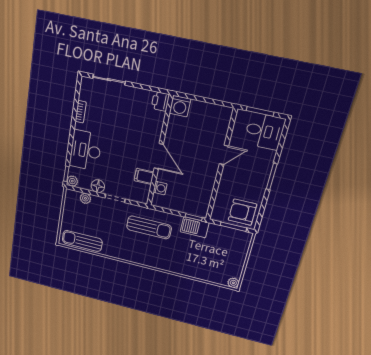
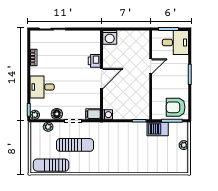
printer: (160, 101) -> (94, 61), moved
desk: (86, 150) -> (42, 87), width x0.73
door: (159, 156) -> (101, 78), hinge flipped
filing cabinet: (144, 176) -> (93, 114), moved
washing machine: (160, 188) -> (108, 115), moved
sun lounger: (149, 227) -> (75, 145), moved
barbecue: (195, 227) -> (158, 129), moved
plant: (233, 283) -> (184, 145), moved

